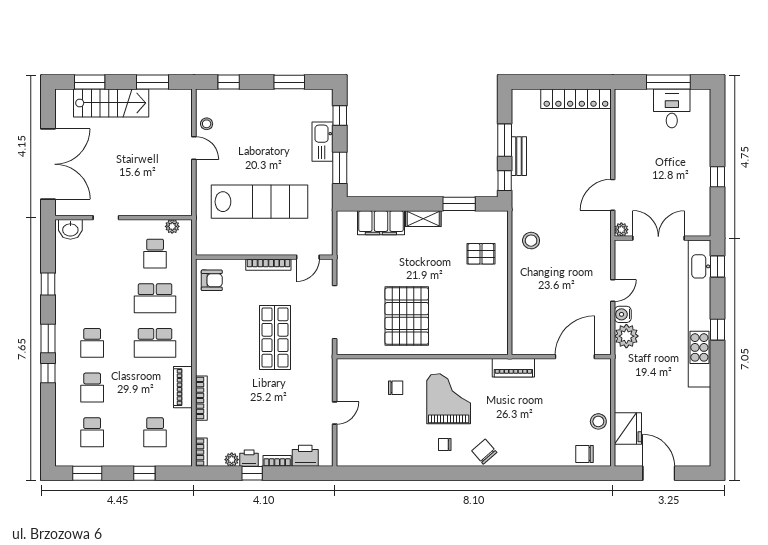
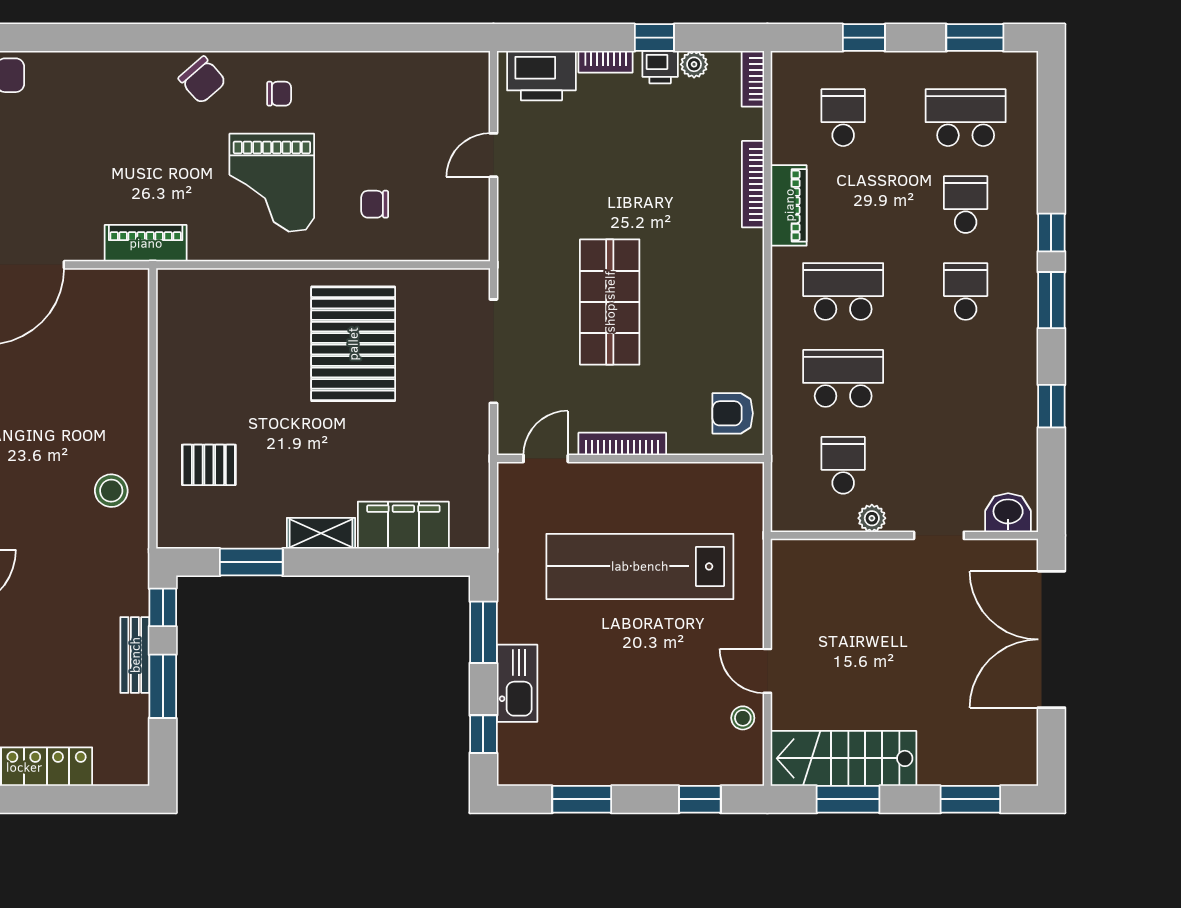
stairs: (111, 103) -> (844, 758), moved
plant: (172, 226) -> (872, 518), moved
school desk: (92, 432) -> (966, 118), width x1.85
printer: (305, 456) -> (541, 76), width x1.37, depth x1.19

